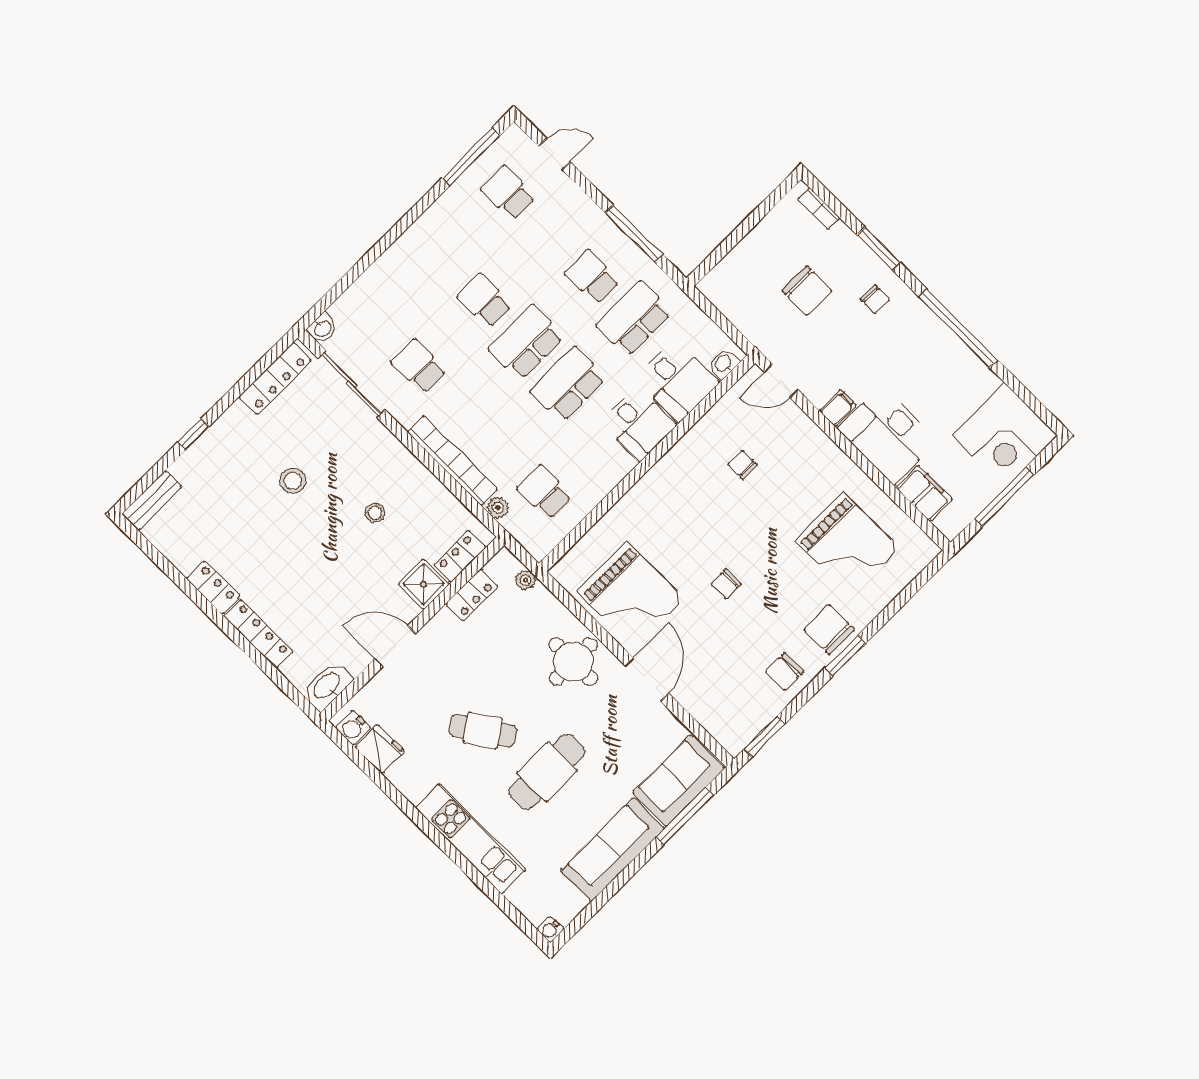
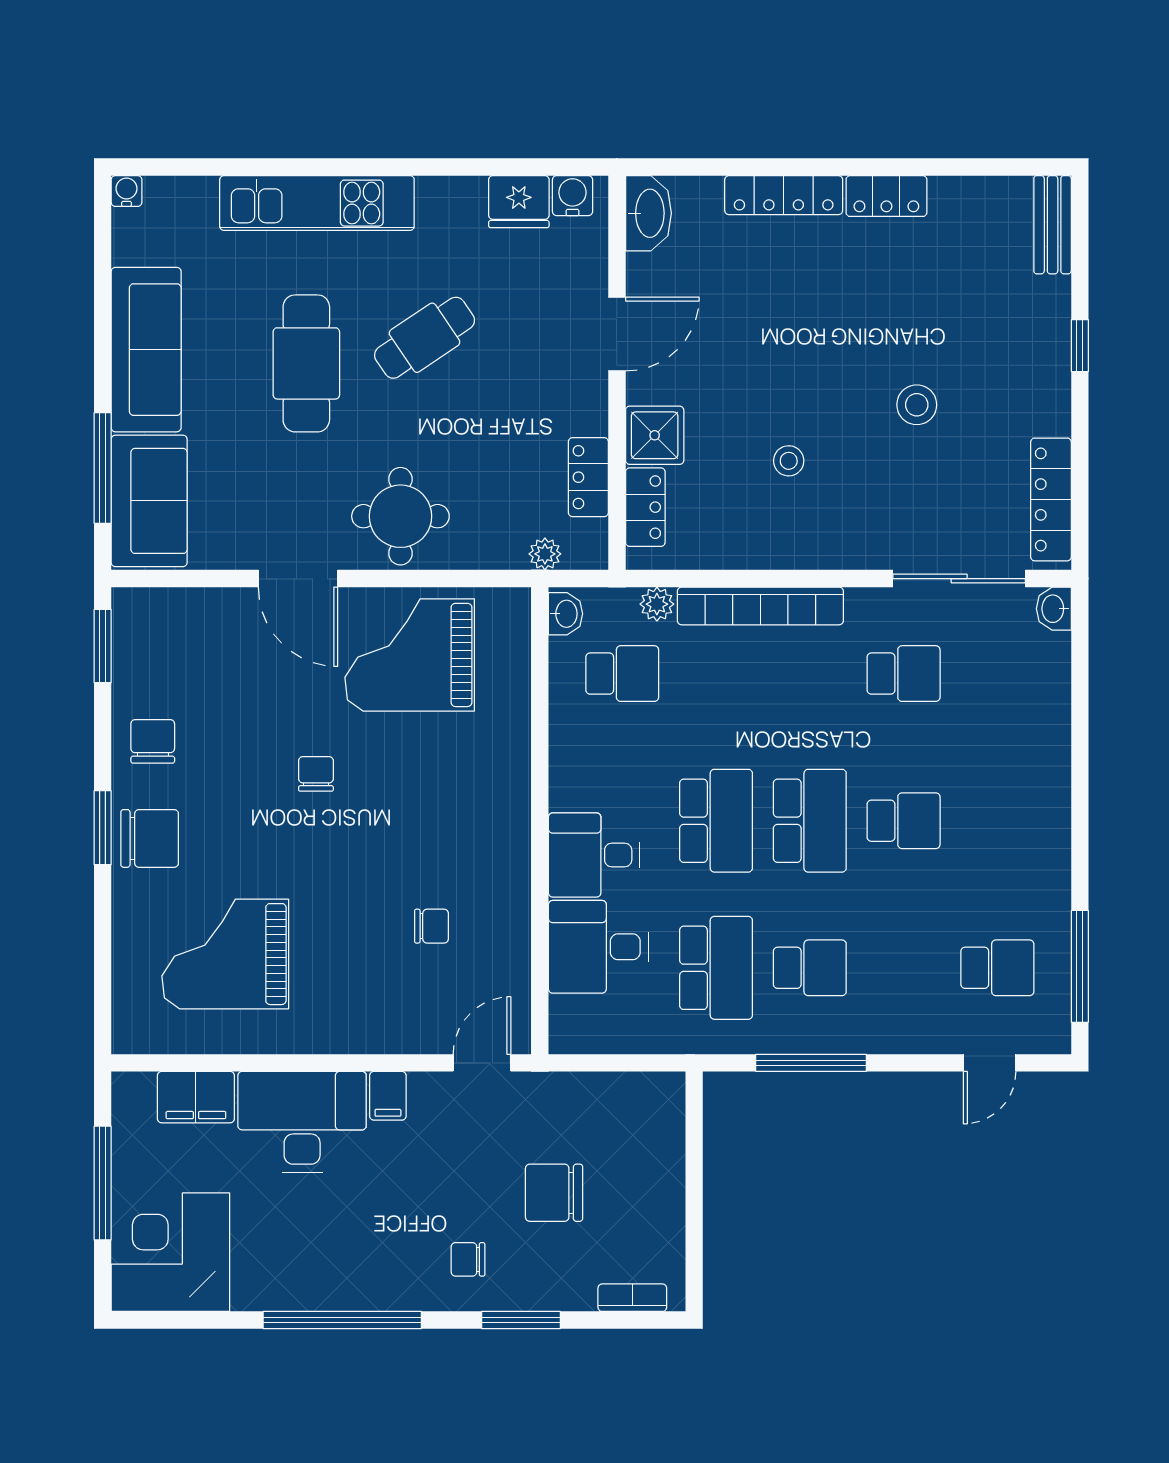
washbasin: (724, 364) -> (565, 614), moved

